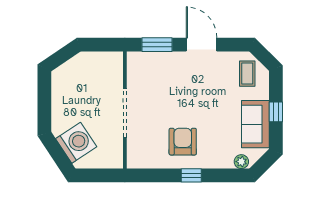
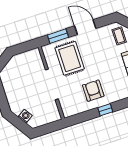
rug: (163, 83) -> (70, 58), added
washing machine: (76, 143) -> (25, 116), width x0.53, depth x0.53

